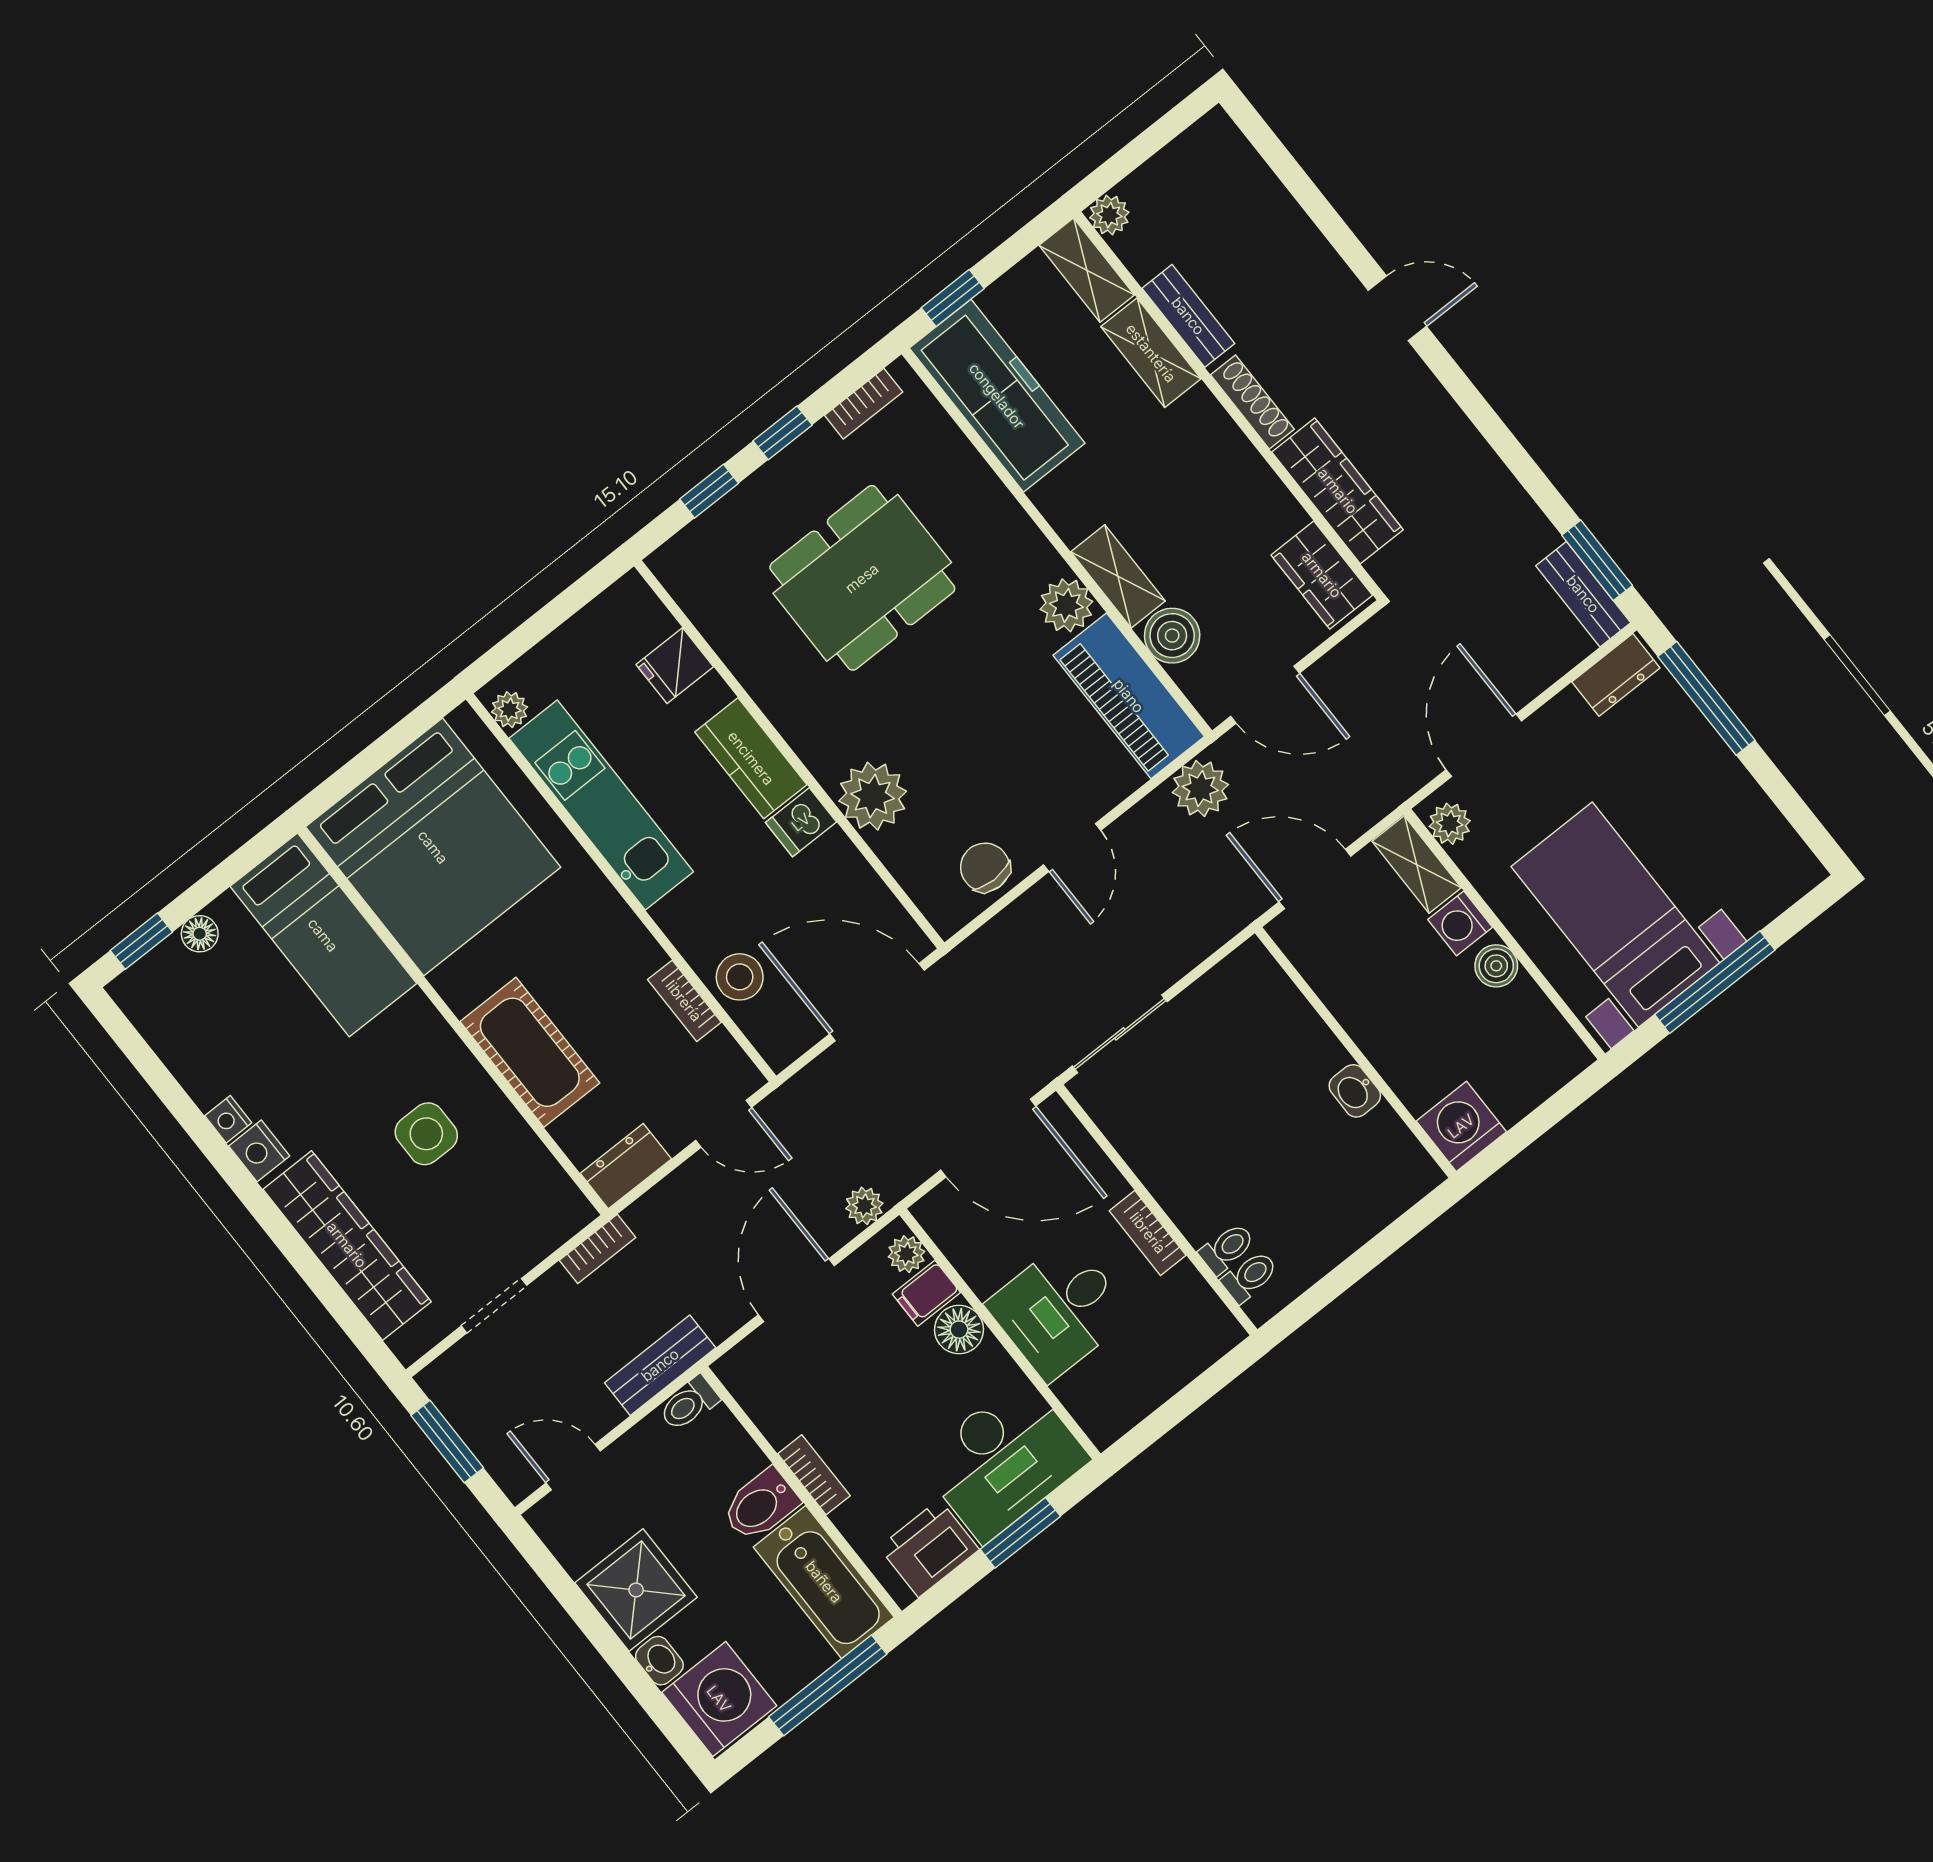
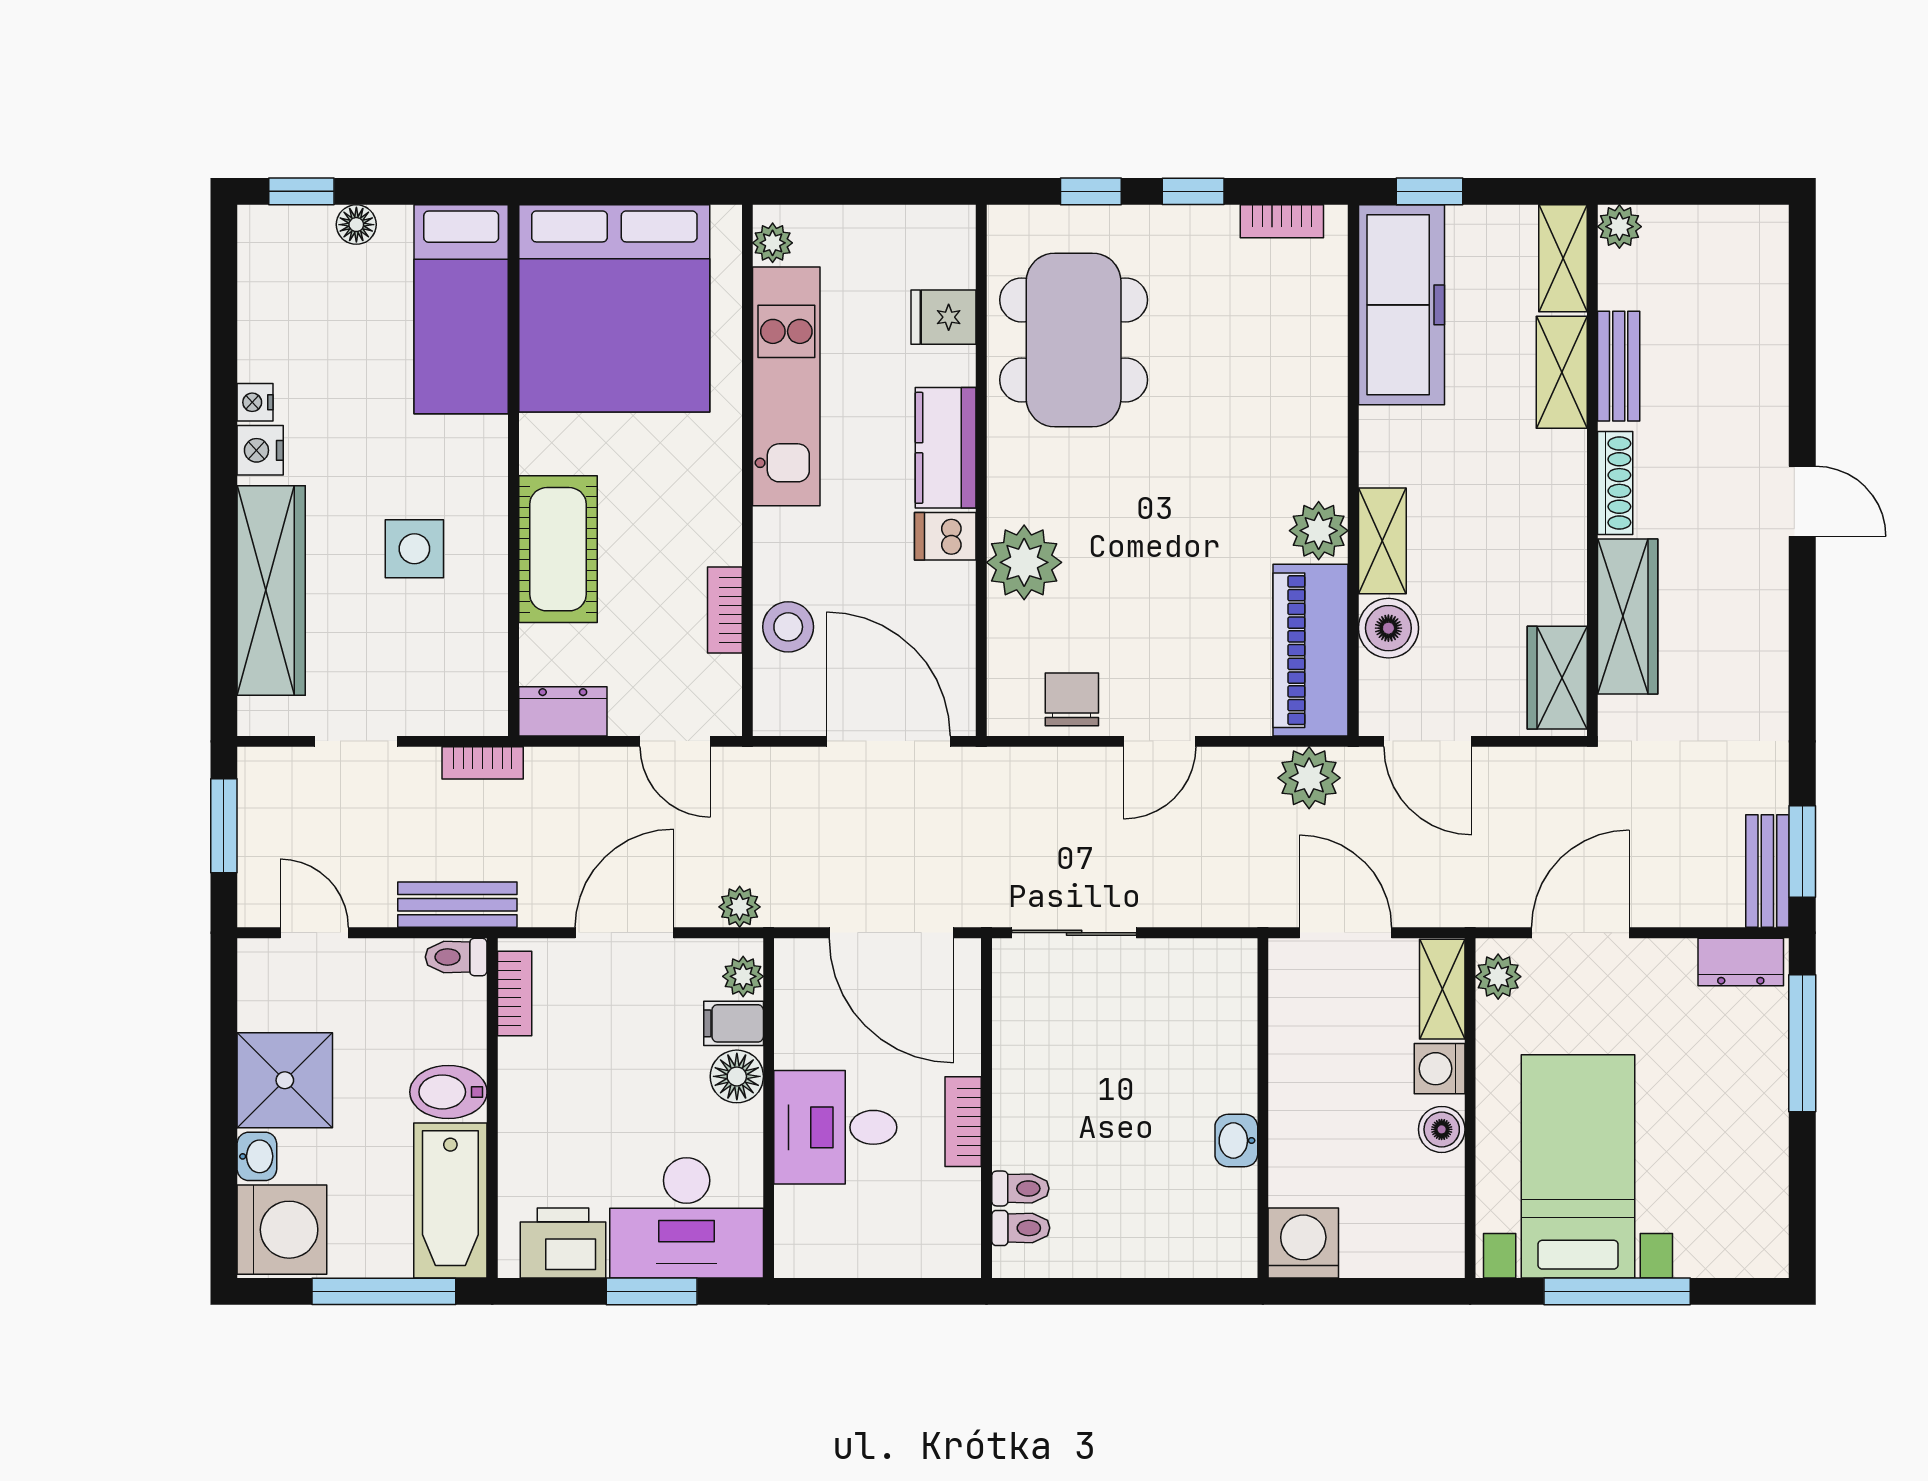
dining table: (862, 578) -> (1074, 340), moved, turned 90
bookcase: (814, 1475) -> (515, 993), moved

